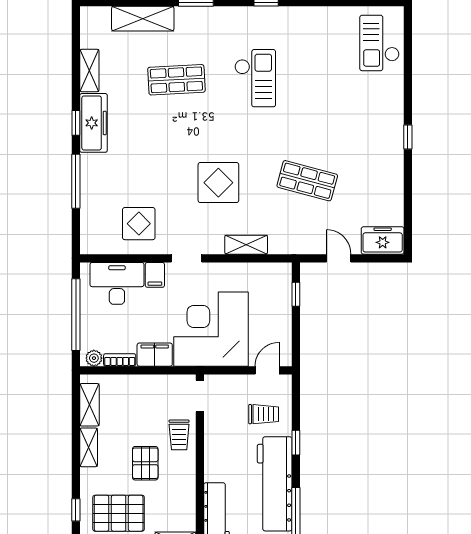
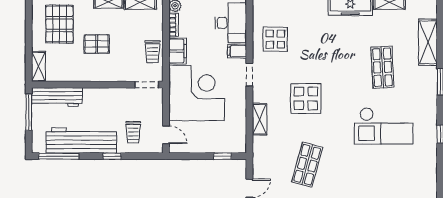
checkout: (255, 78) -> (384, 126), width x1.36, depth x1.21
trolley: (179, 435) -> (153, 52), moved, turned -90

